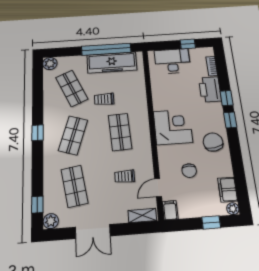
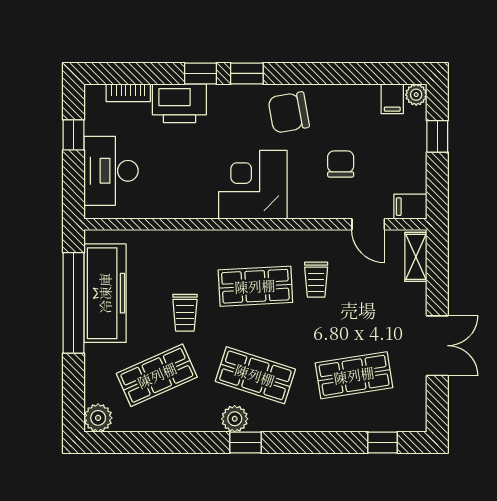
chair: (189, 171) -> (341, 164), turned -90
trolley: (125, 176) -> (316, 280), moved
filing cabinet: (228, 190) -> (392, 99), width x0.50
plant: (51, 221) -> (235, 419), moved

